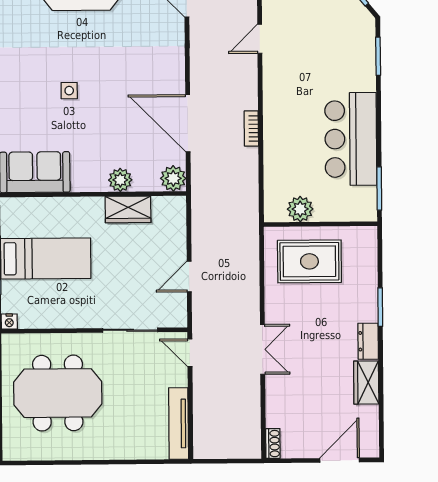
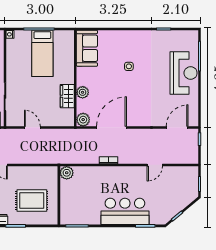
door: (260, 39) -> (155, 165), swing flipped
bar counter: (351, 139) -> (125, 211), moved
plant: (300, 209) -> (67, 173), moved
rug: (309, 261) -> (32, 200), moved, turned 90

